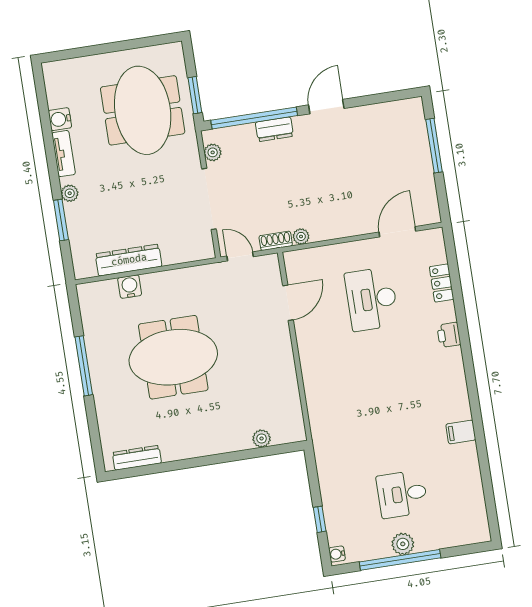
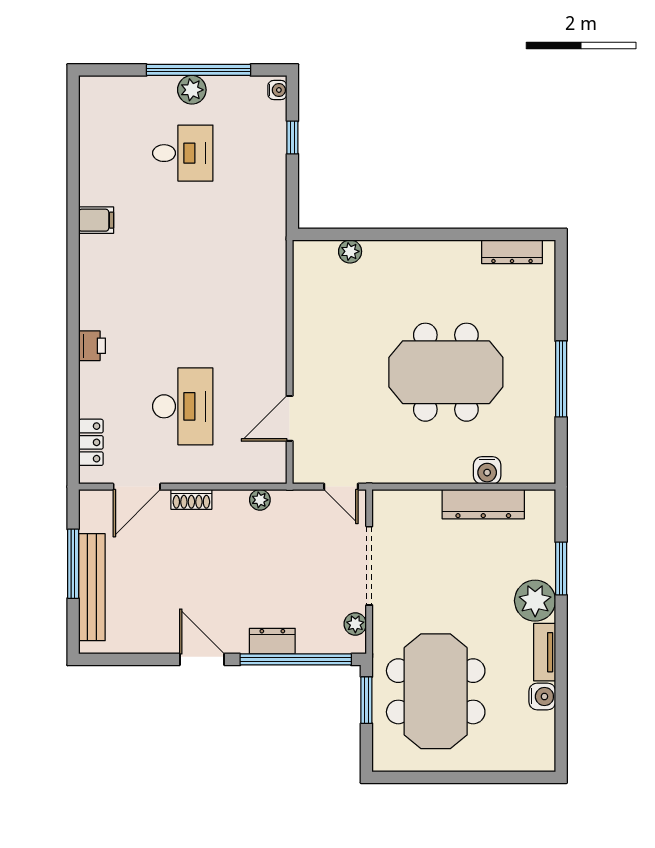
door: (326, 107) -> (202, 659), swing flipped
window: (434, 146) -> (73, 564), moved
bench: (420, 149) -> (92, 587), added
plant: (70, 193) -> (535, 601), width x1.88, depth x1.88
shoe rack: (276, 241) -> (191, 499), moved
locker: (442, 283) -> (91, 442), moved

